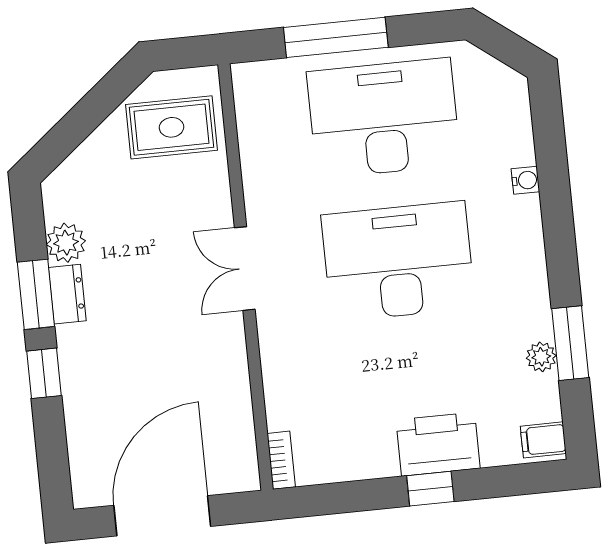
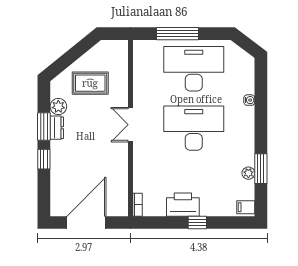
rug: (172, 127) -> (90, 83), moved
printer: (438, 444) -> (183, 205), moved

